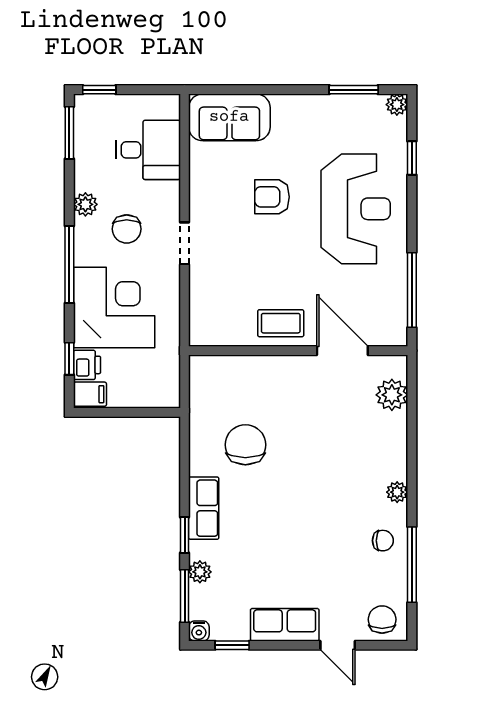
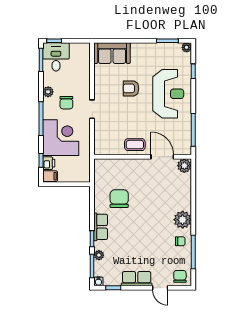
desk: (148, 150) -> (56, 57), moved, turned -90
plant: (392, 395) -> (184, 166), moved
plant: (397, 492) -> (183, 220), width x1.88, depth x1.88

